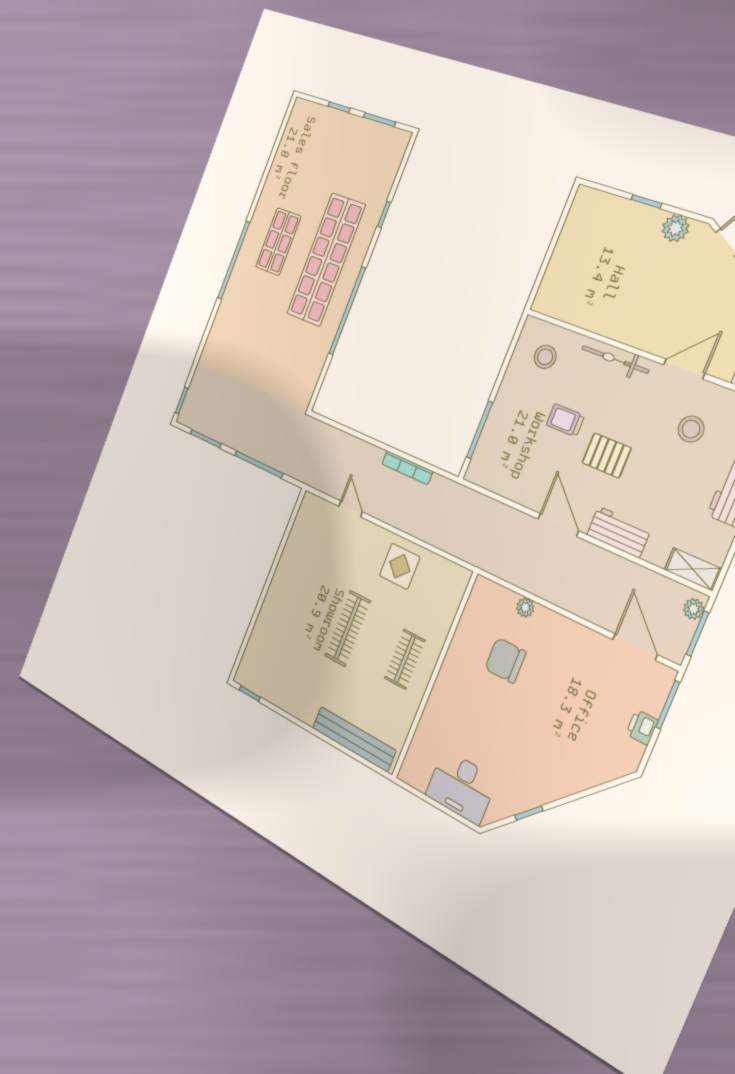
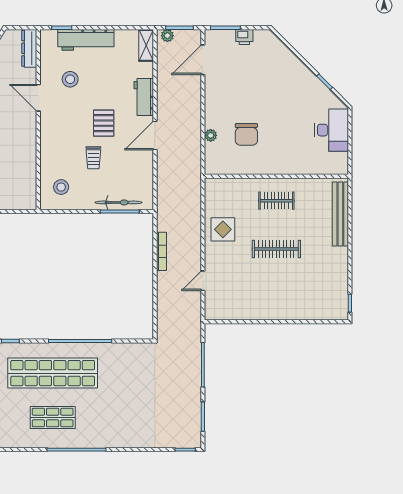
bicycle: (615, 359) -> (119, 202), moved, turned -90

